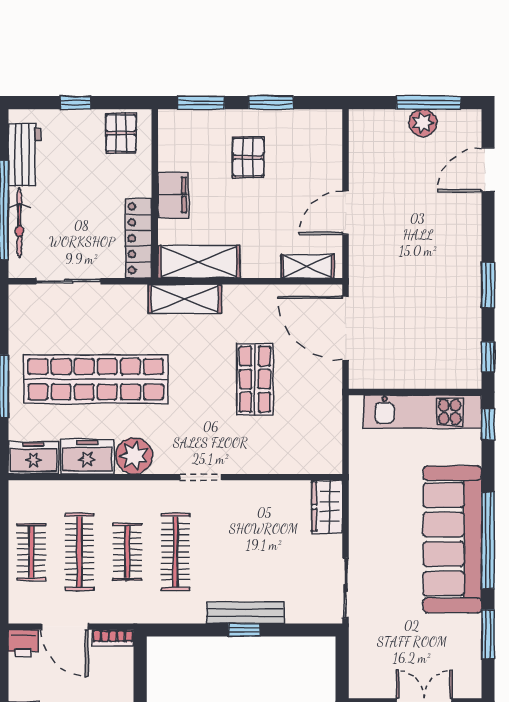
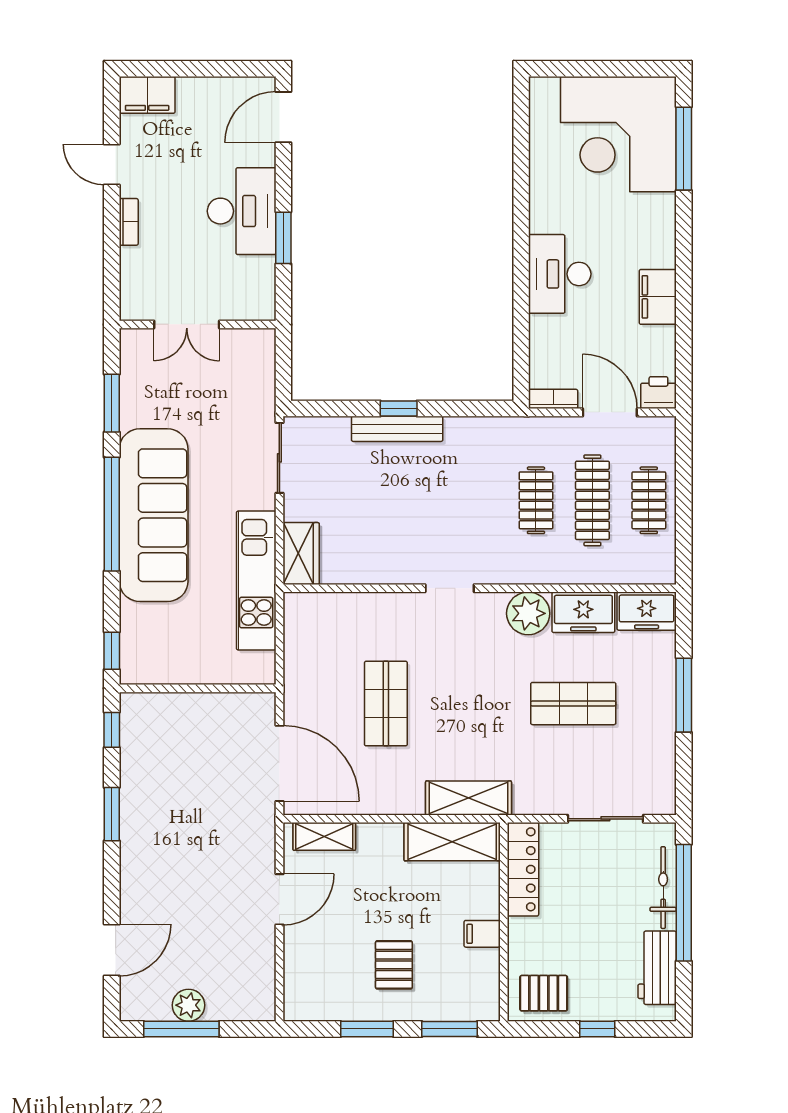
pallet: (121, 133) -> (544, 993), turned 90
filing cabinet: (173, 195) -> (482, 934), width x0.50
shop shelf: (96, 379) -> (573, 704), width x0.50, depth x0.74
kitchen unit: (422, 412) -> (256, 581), moved, turned -90
clothes rail: (175, 552) -> (480, 500), removed

